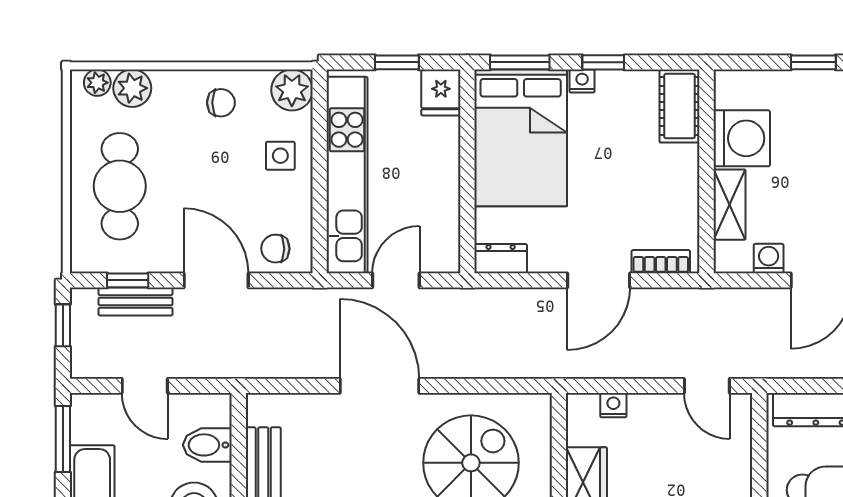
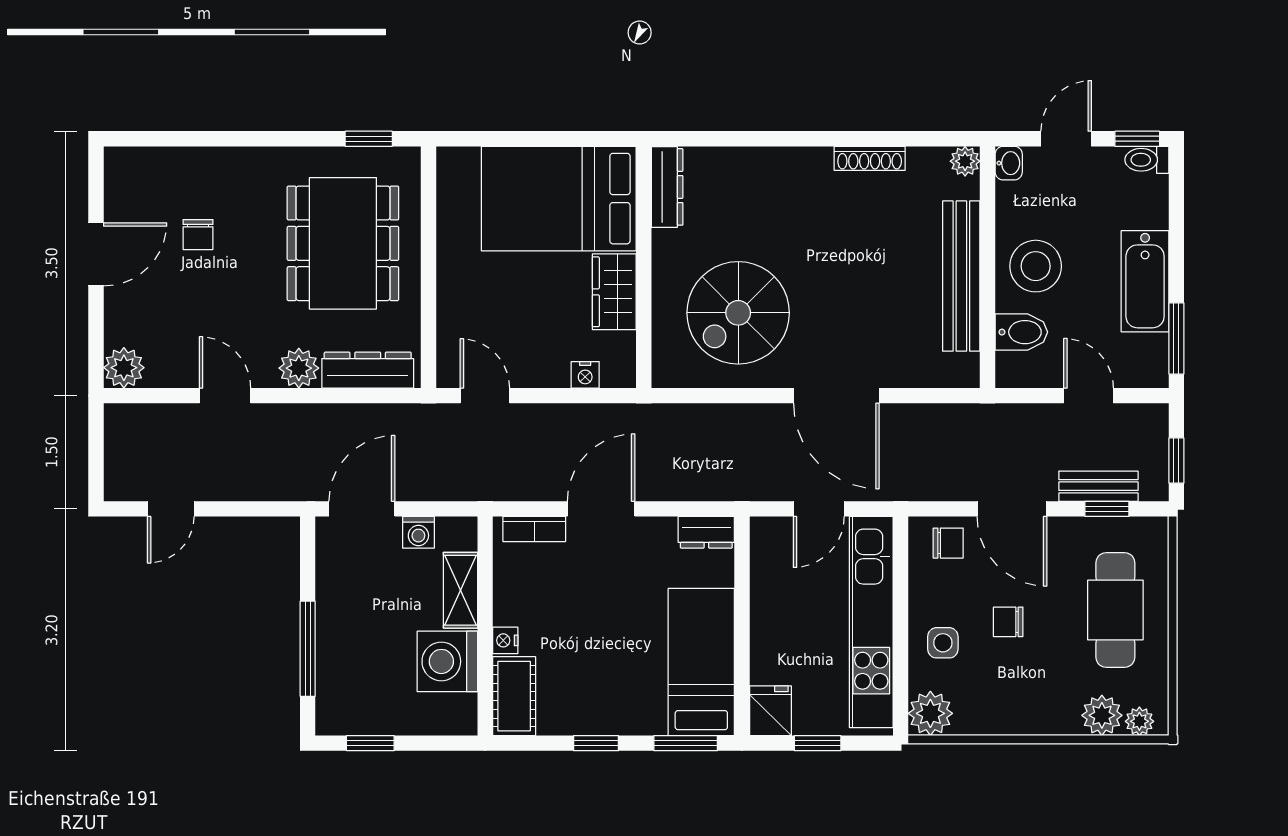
nightstand: (582, 81) -> (505, 640), moved, turned 90
chair: (221, 103) -> (1008, 622), moved
bed: (521, 138) -> (701, 662), width x0.67

